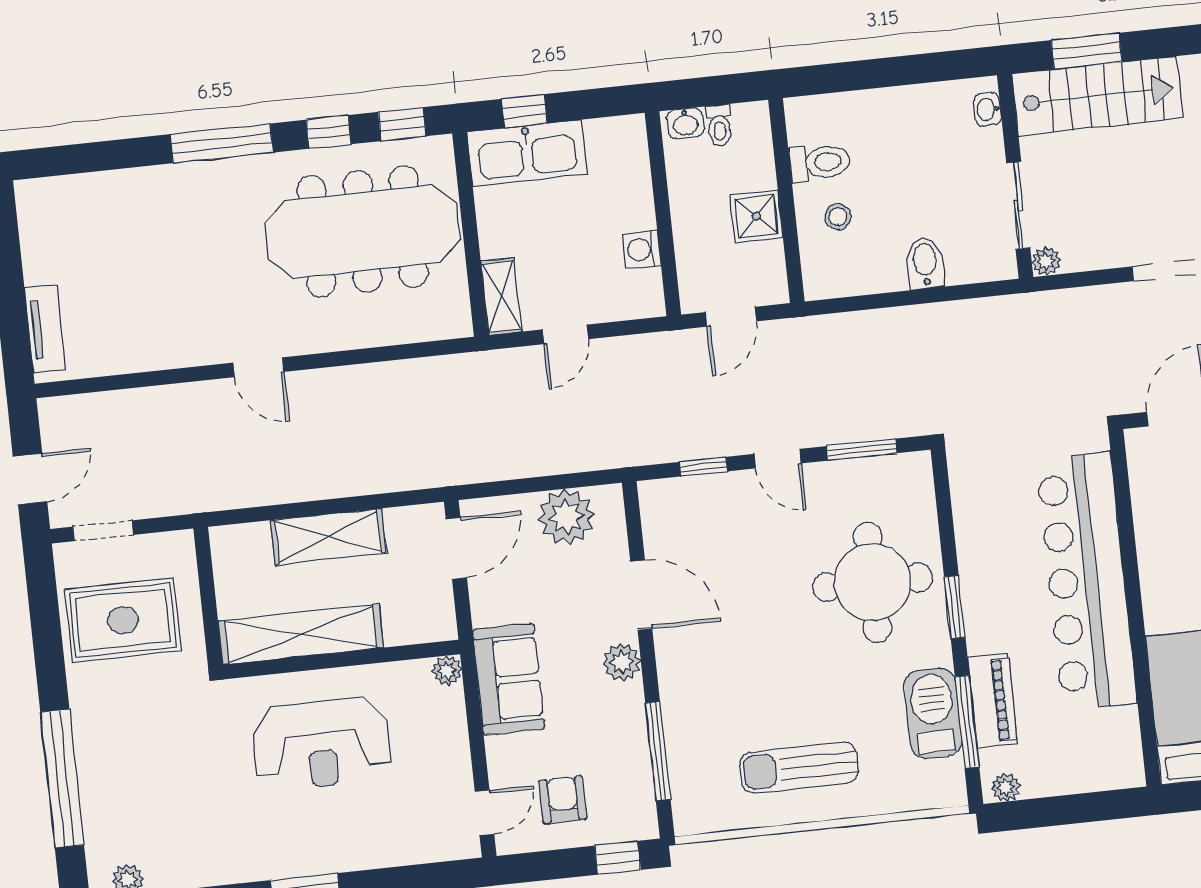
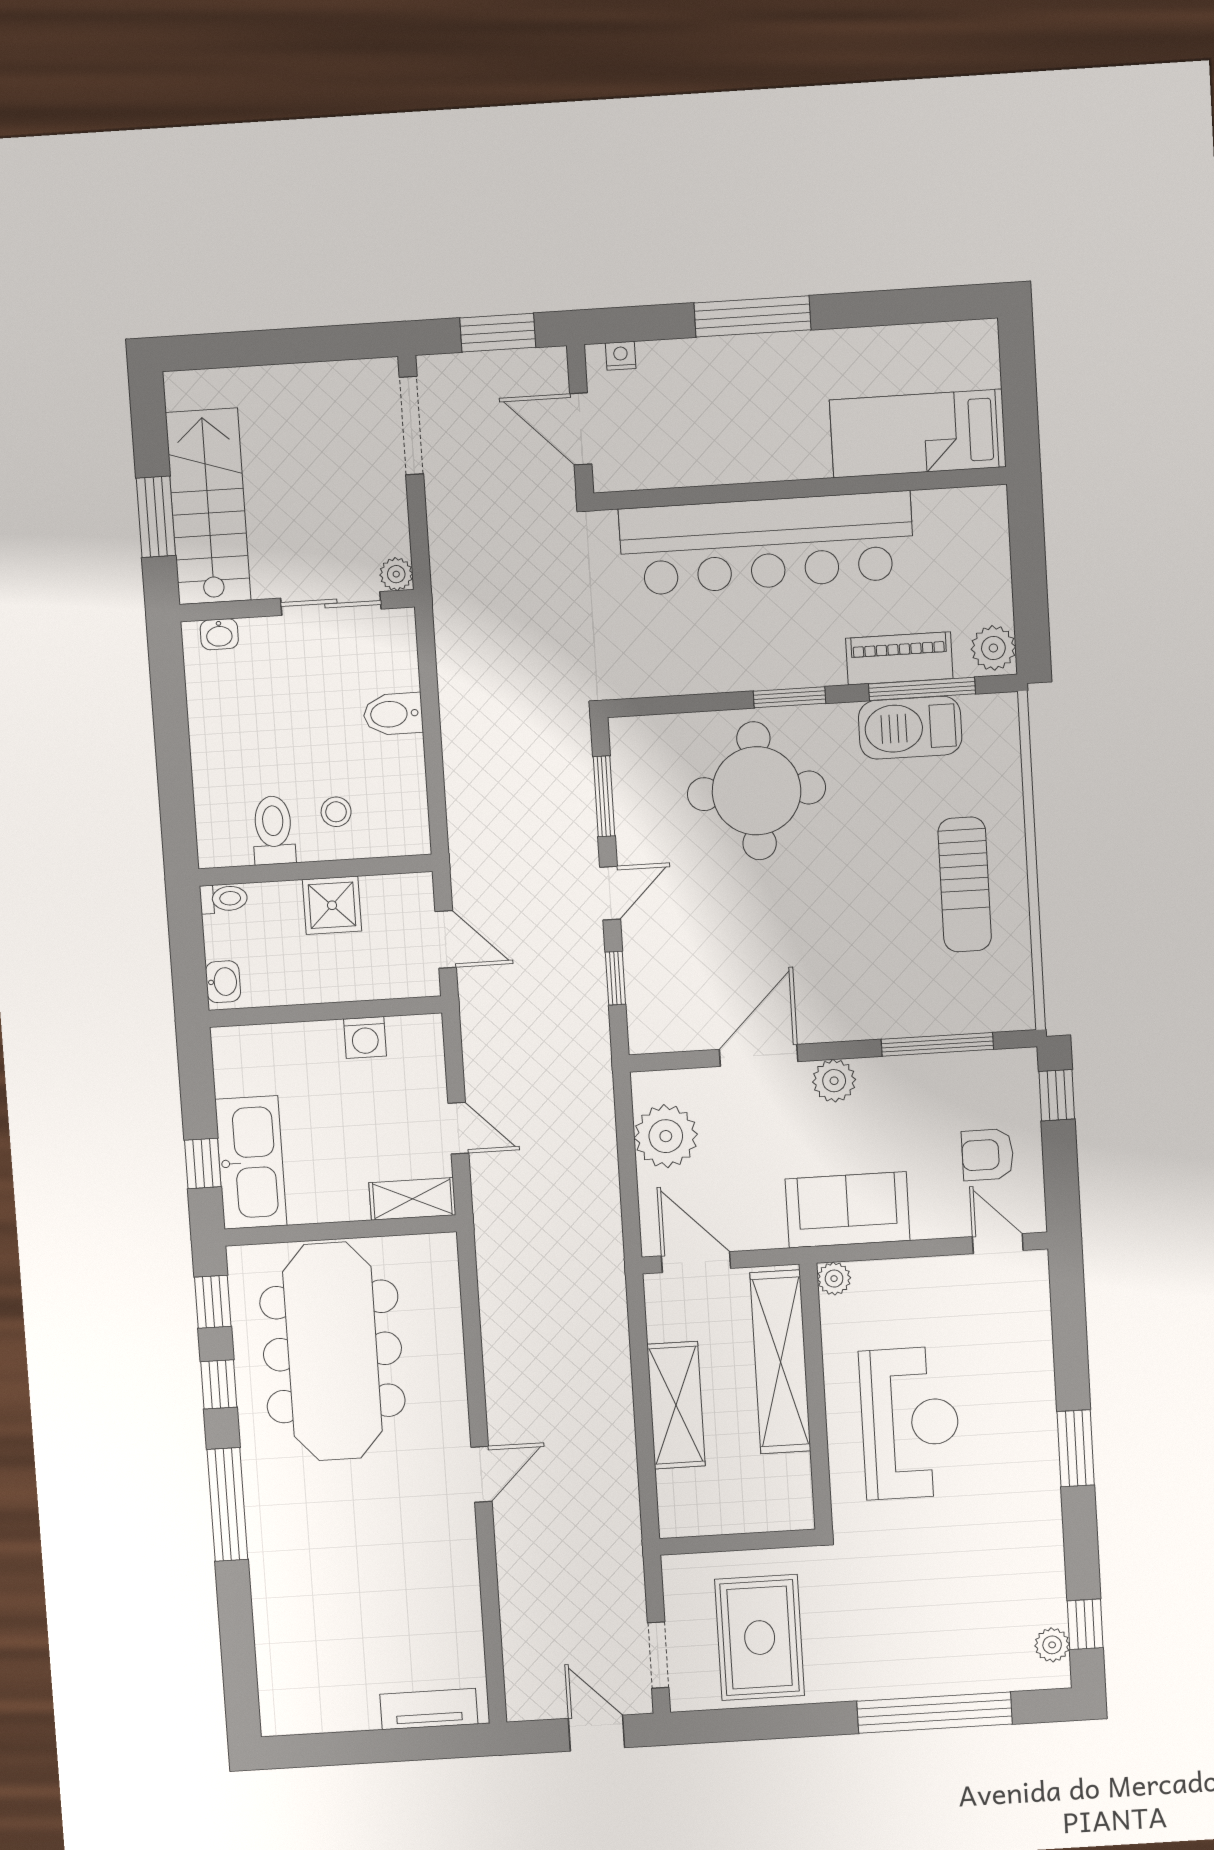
toilet: (719, 125) -> (224, 899), moved
shelving: (301, 634) -> (780, 1362), moved
plant: (1006, 787) -> (993, 648), width x1.38, depth x1.38

